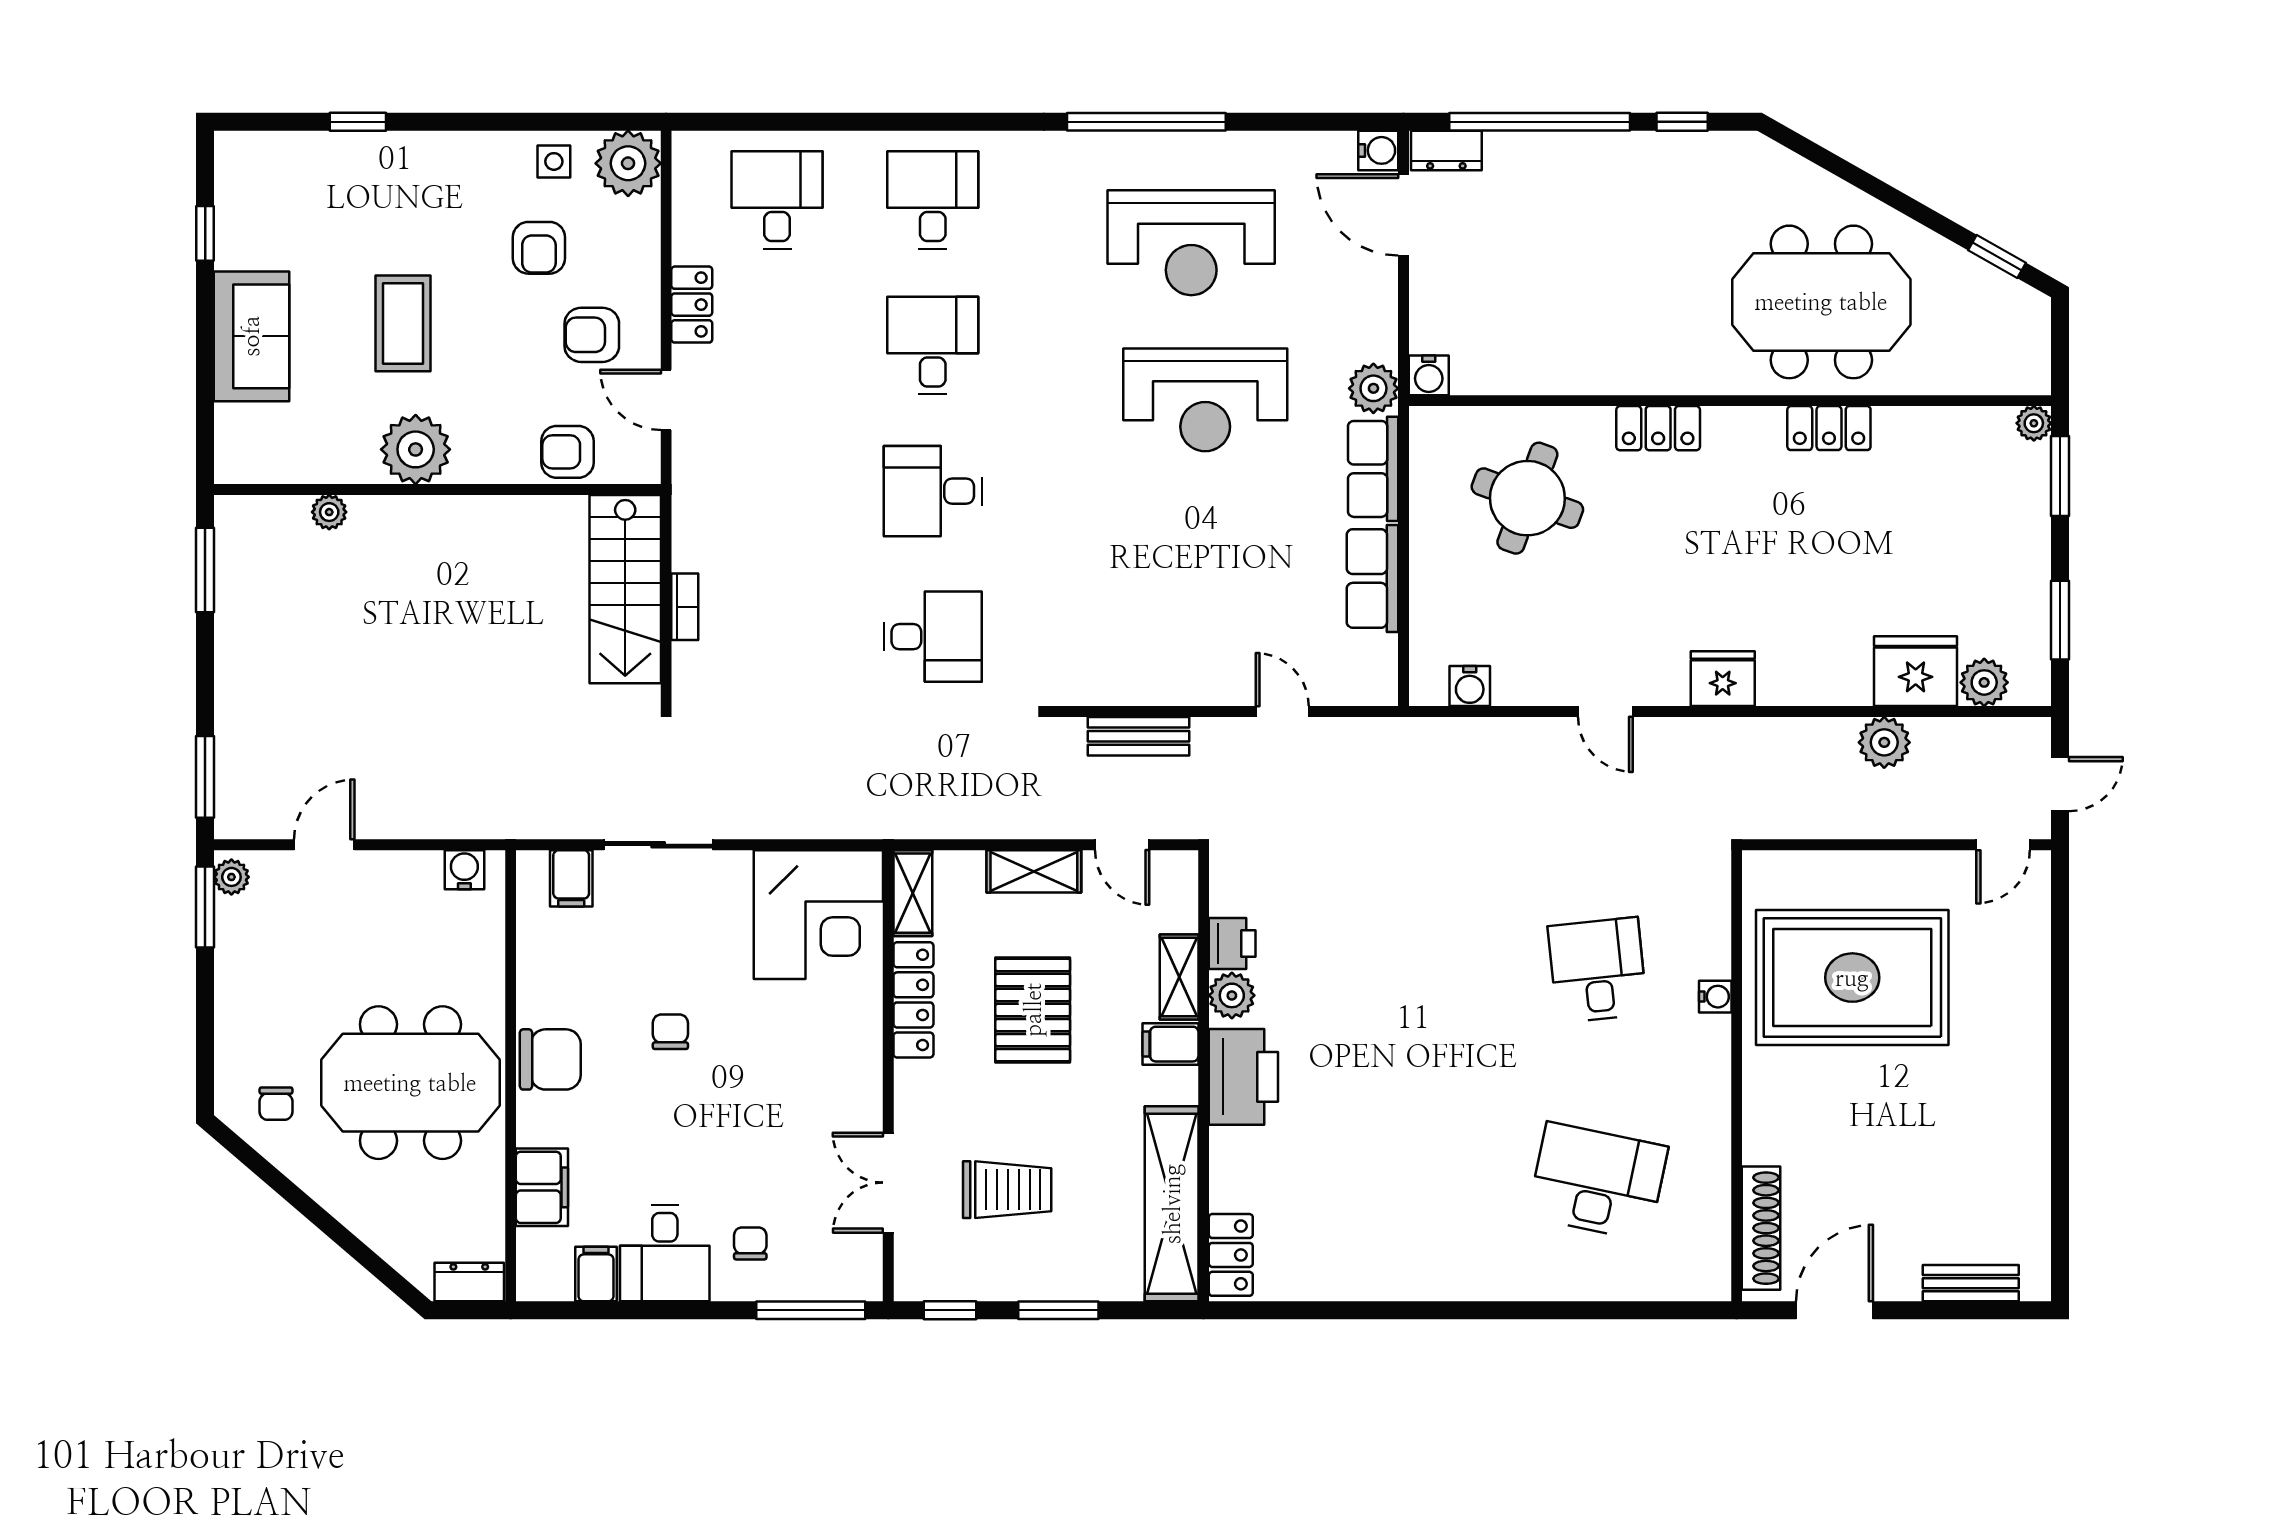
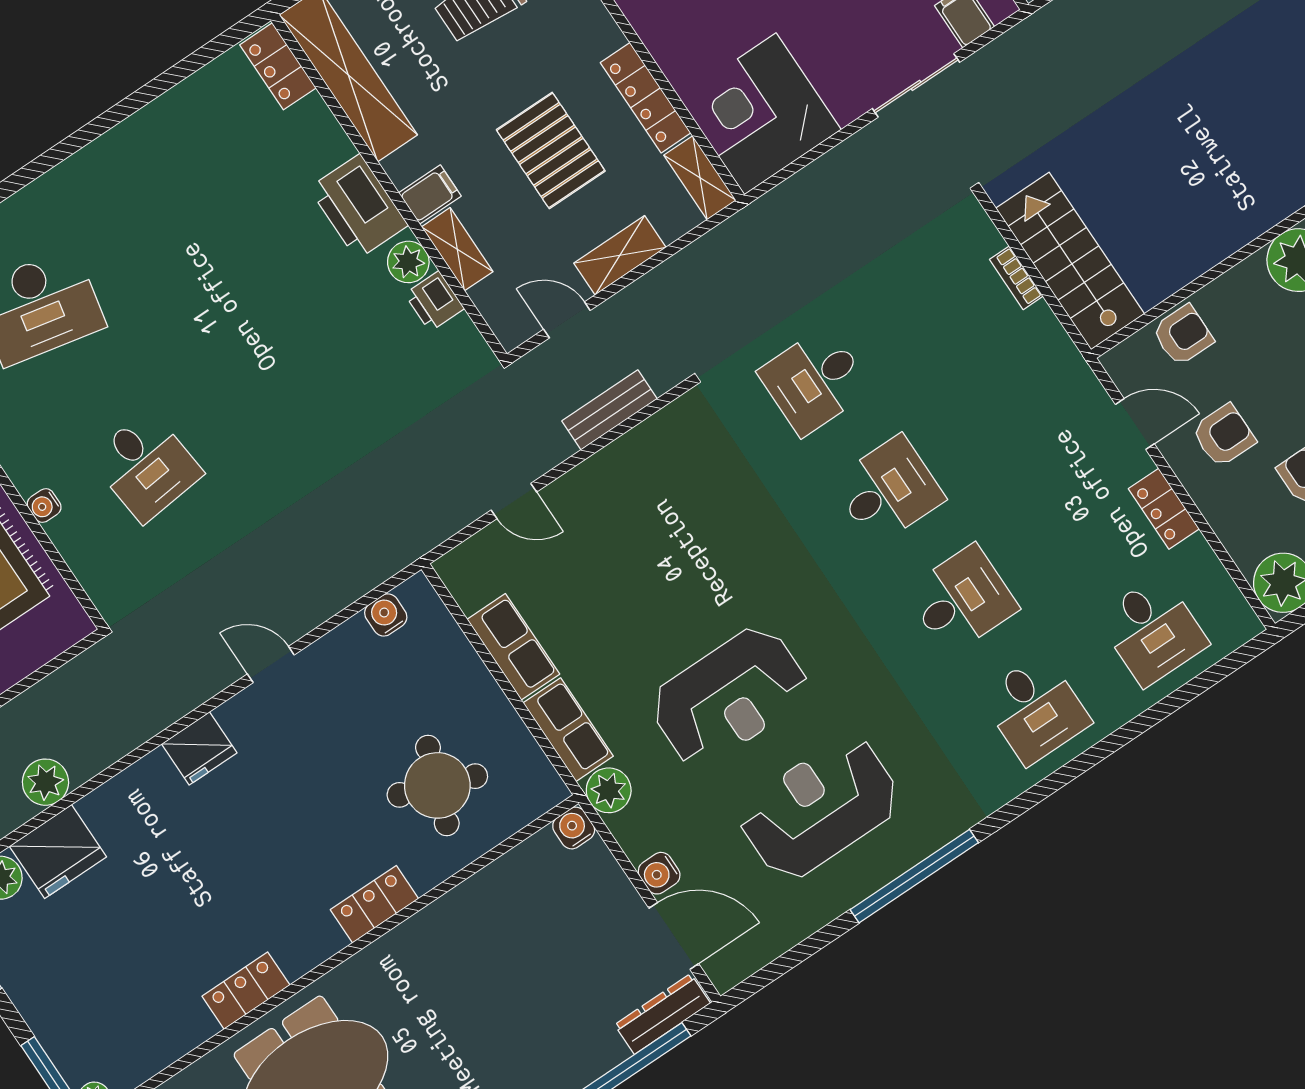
water cooler: (1378, 150) -> (659, 873), moved
dresser: (1446, 150) -> (662, 1014), width x1.44
desk: (933, 346) -> (962, 600), turned -90
reception desk: (1205, 400) -> (729, 697), turned 180

